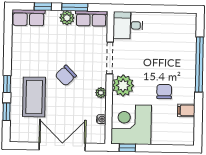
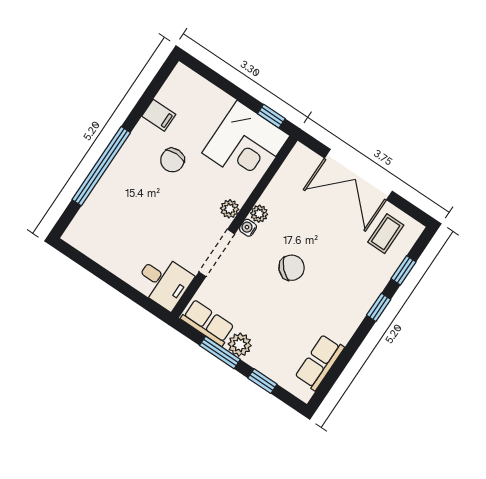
row of seats: (28, 18) -> (320, 362), moved, turned -90
plant: (123, 85) -> (230, 209), width x0.53, depth x0.53
coffee table: (34, 97) -> (386, 234), moved, width x0.54, depth x0.58
water cooler: (101, 119) -> (248, 228), moved

